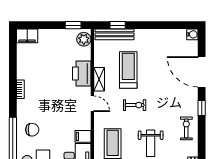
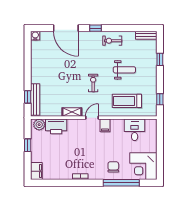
window: (73, 25) -> (28, 145), moved
treadmill: (128, 70) -> (64, 88), removed
door: (202, 72) -> (66, 28), hinge flipped
printer: (82, 73) -> (56, 126), moved
filing cabinet: (83, 136) -> (105, 125), moved

